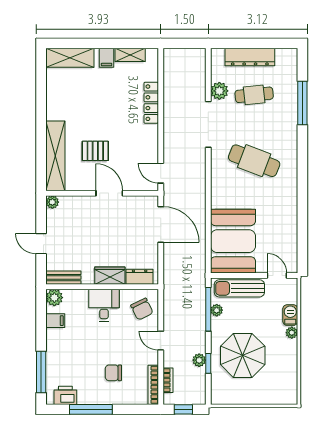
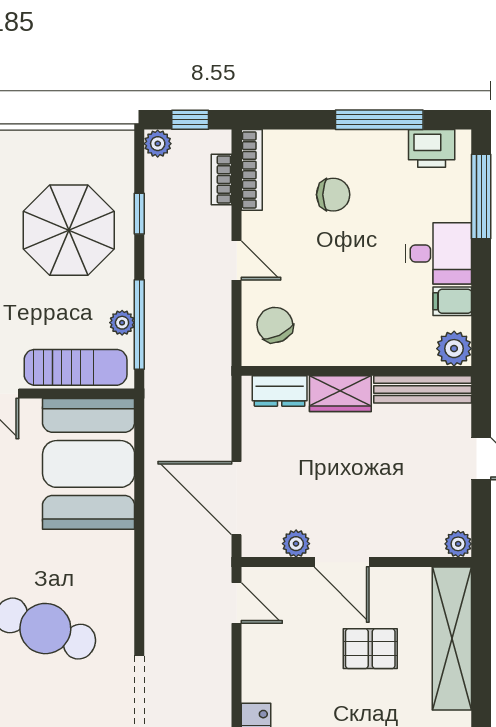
plant: (132, 202) -> (296, 544), added
bench: (63, 278) -> (423, 389), width x1.36
desk: (104, 305) -> (438, 253), moved, turned -90
plant: (199, 360) -> (158, 144), moved

